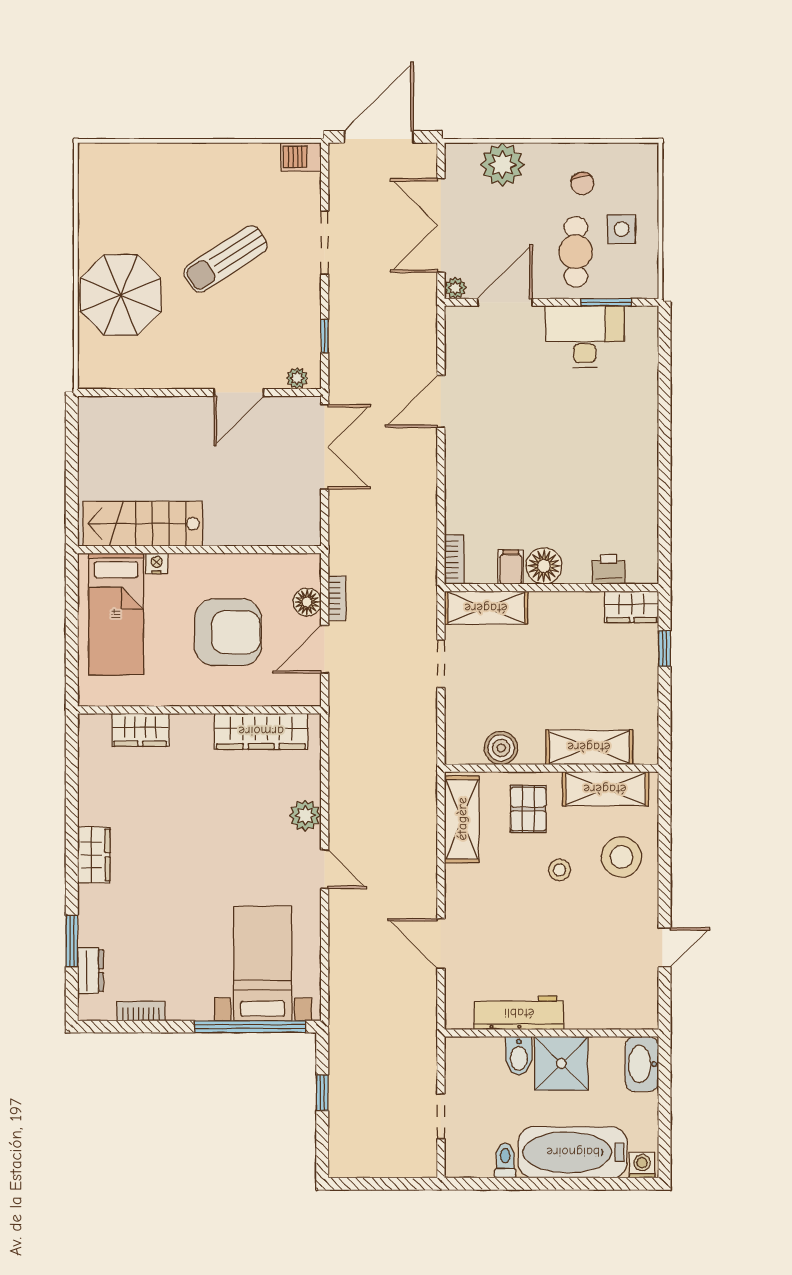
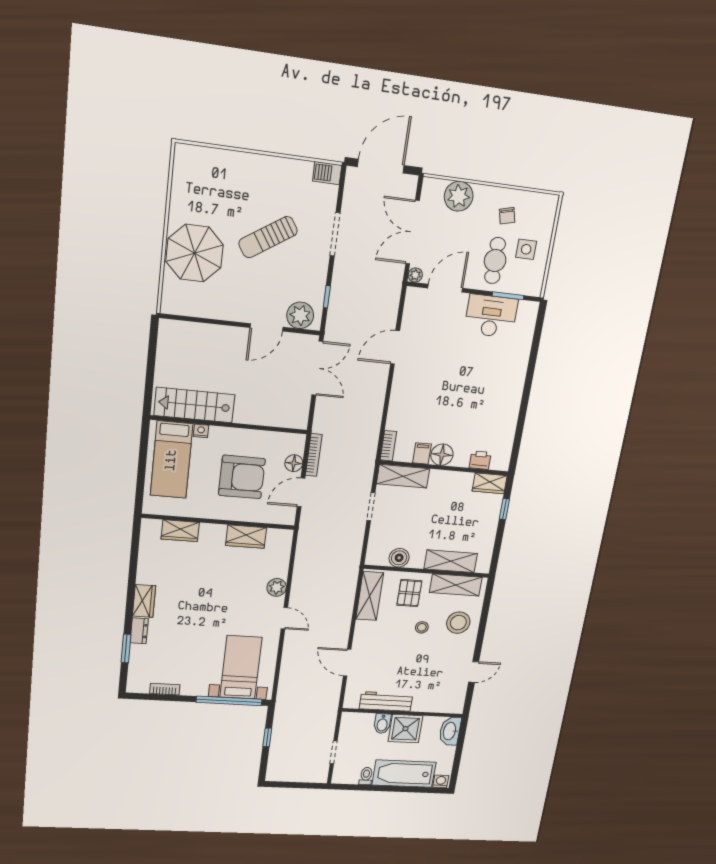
plant: (297, 378) -> (300, 315), width x1.88, depth x1.88
bookcase: (337, 598) -> (314, 455), width x1.56
wardrobe: (261, 731) -> (246, 537), width x0.67
dresser: (90, 971) -> (139, 631), moved

